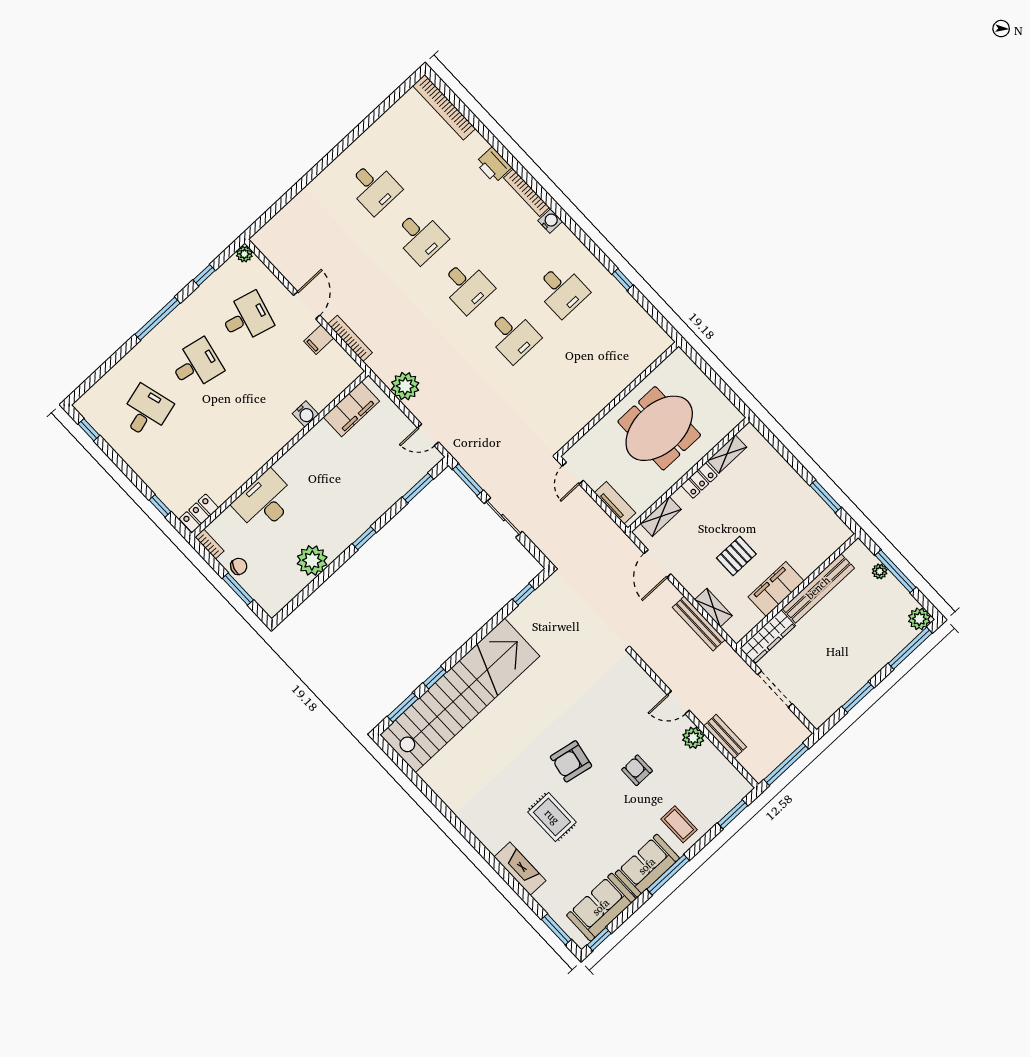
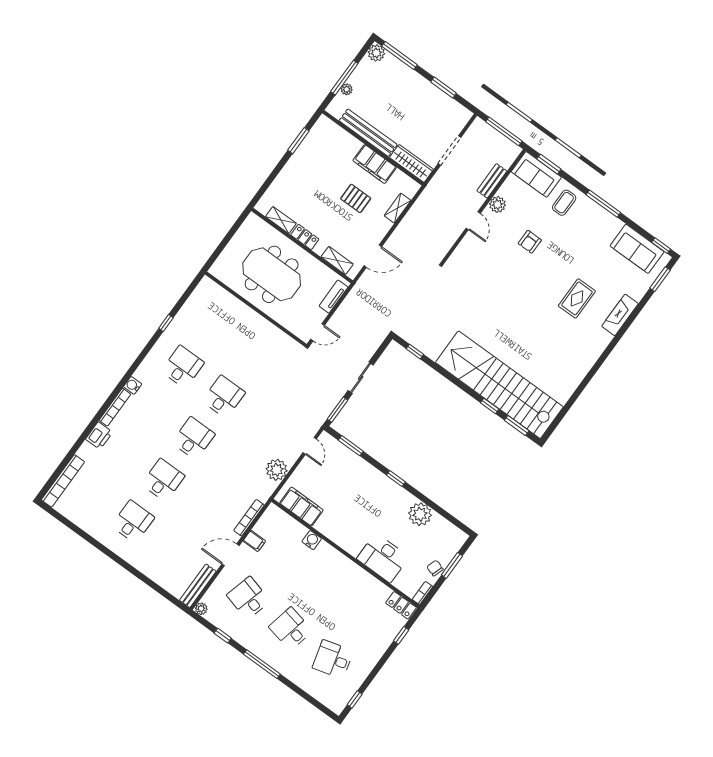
bench: (699, 624) -> (198, 586), moved
armchair: (571, 761) -> (533, 292), removed
sofa: (647, 866) -> (536, 174), moved

